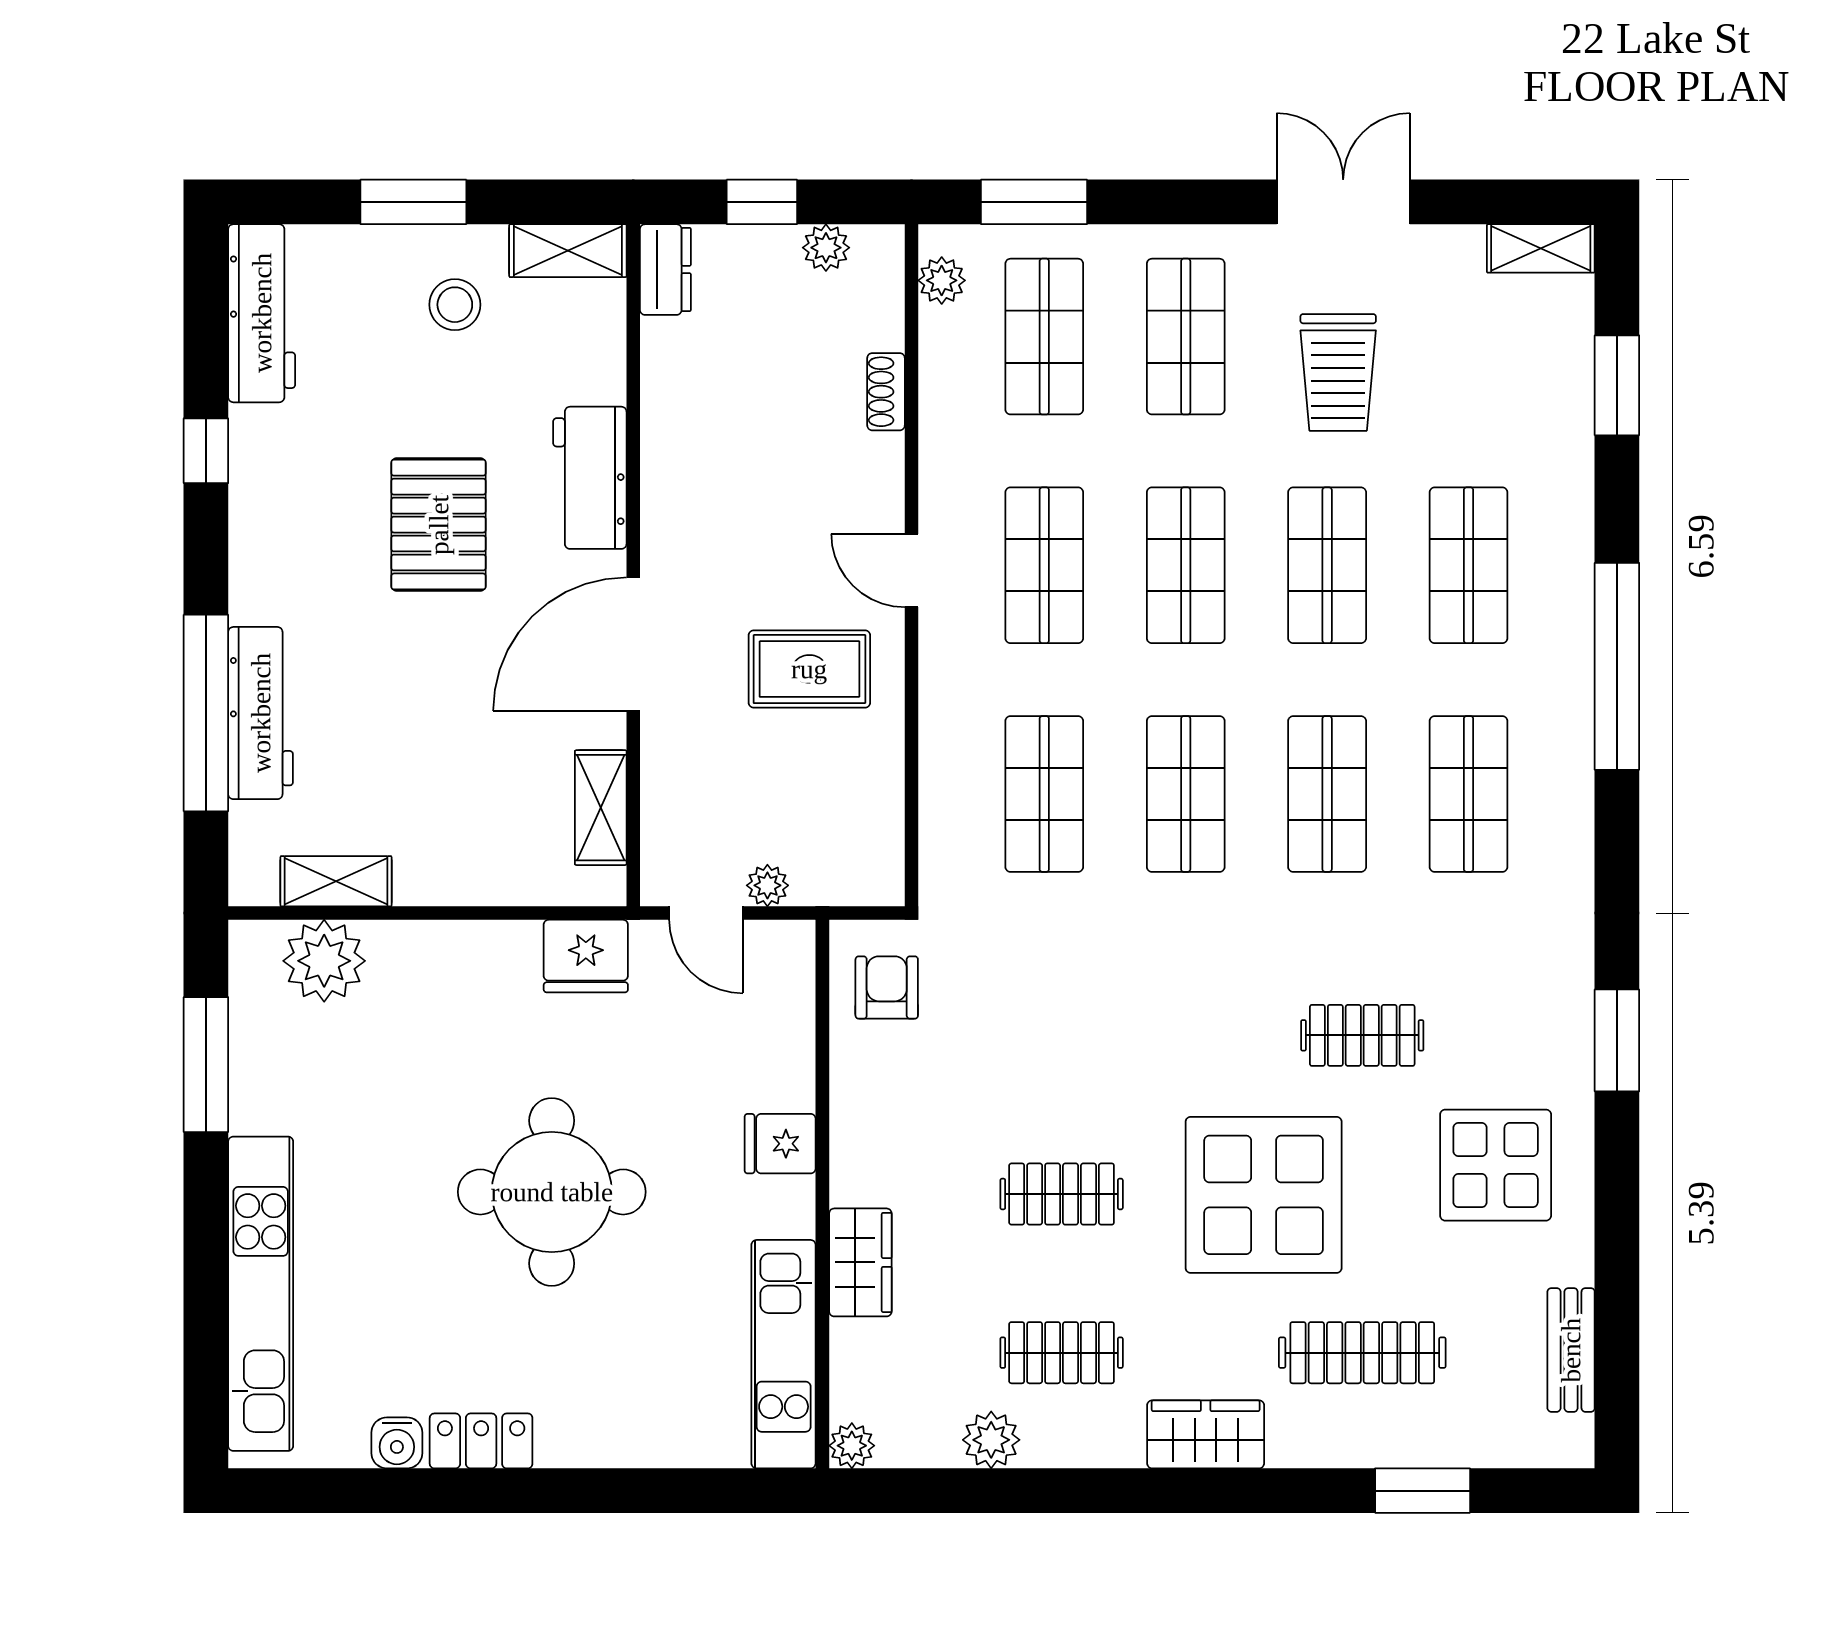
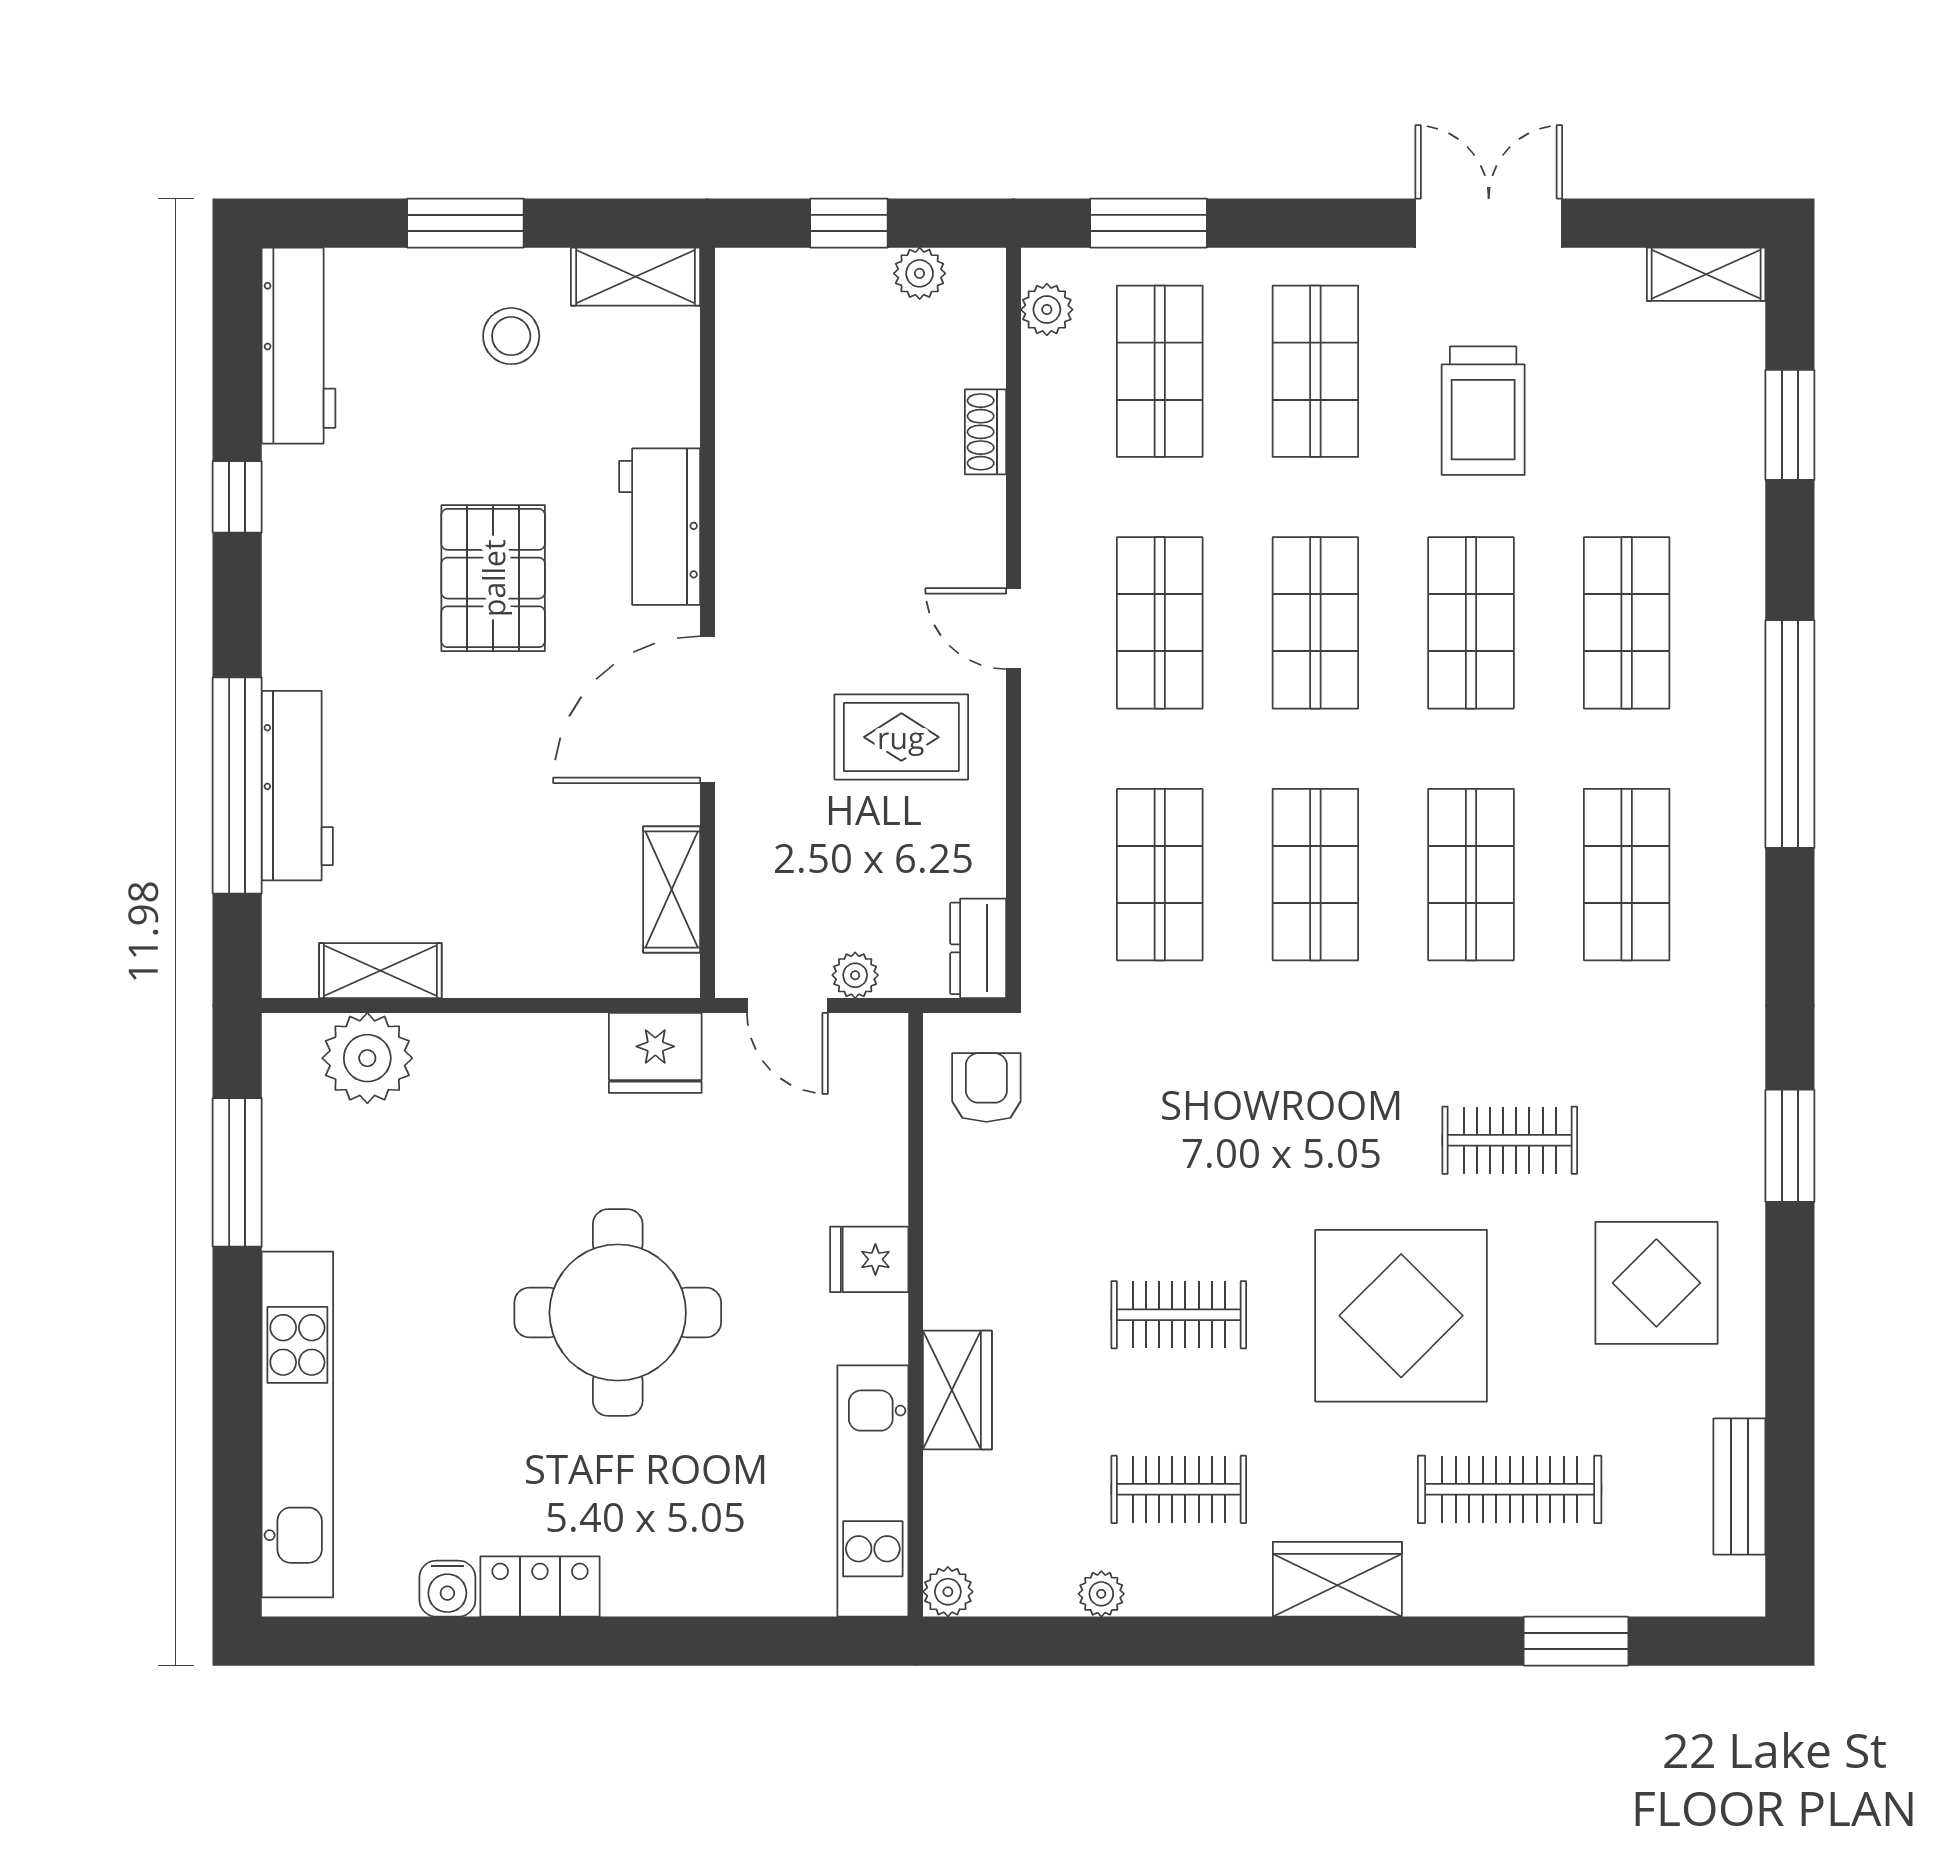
dresser: (665, 270) -> (978, 948), moved, turned 180
plant: (991, 1440) -> (1101, 1594), width x0.73, depth x0.73

